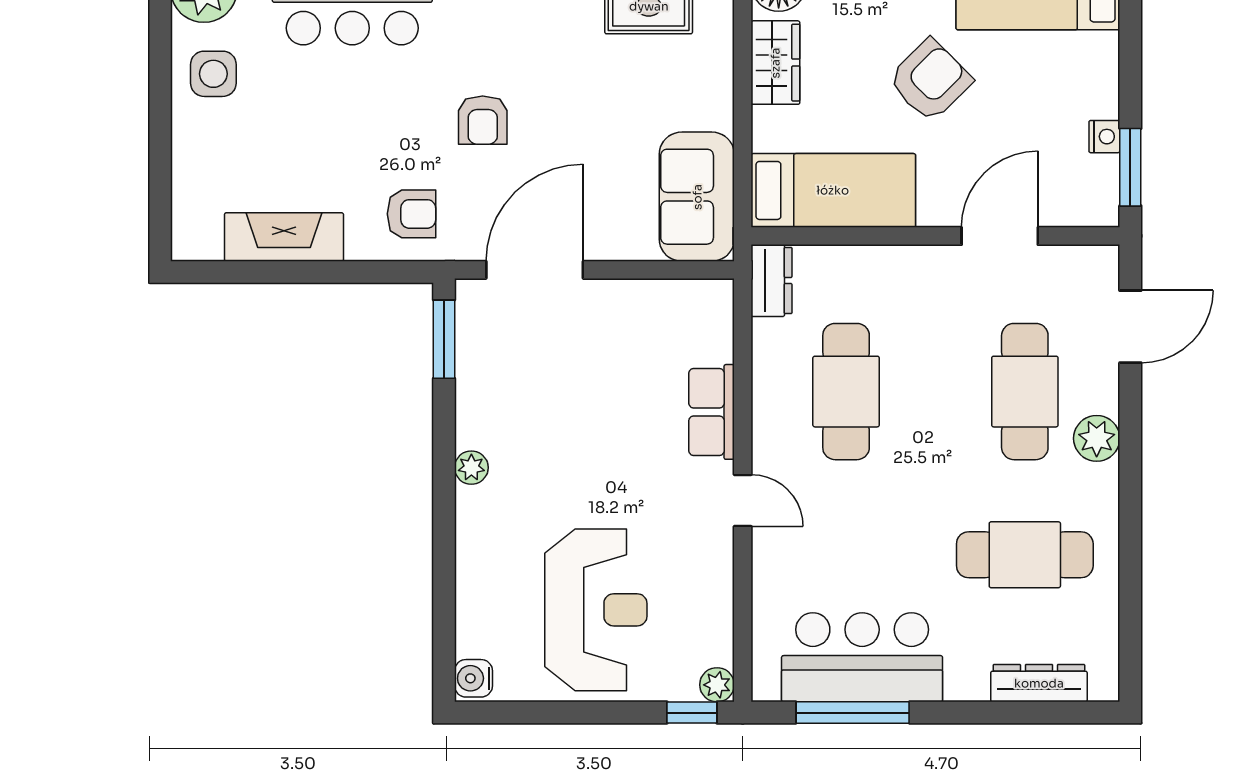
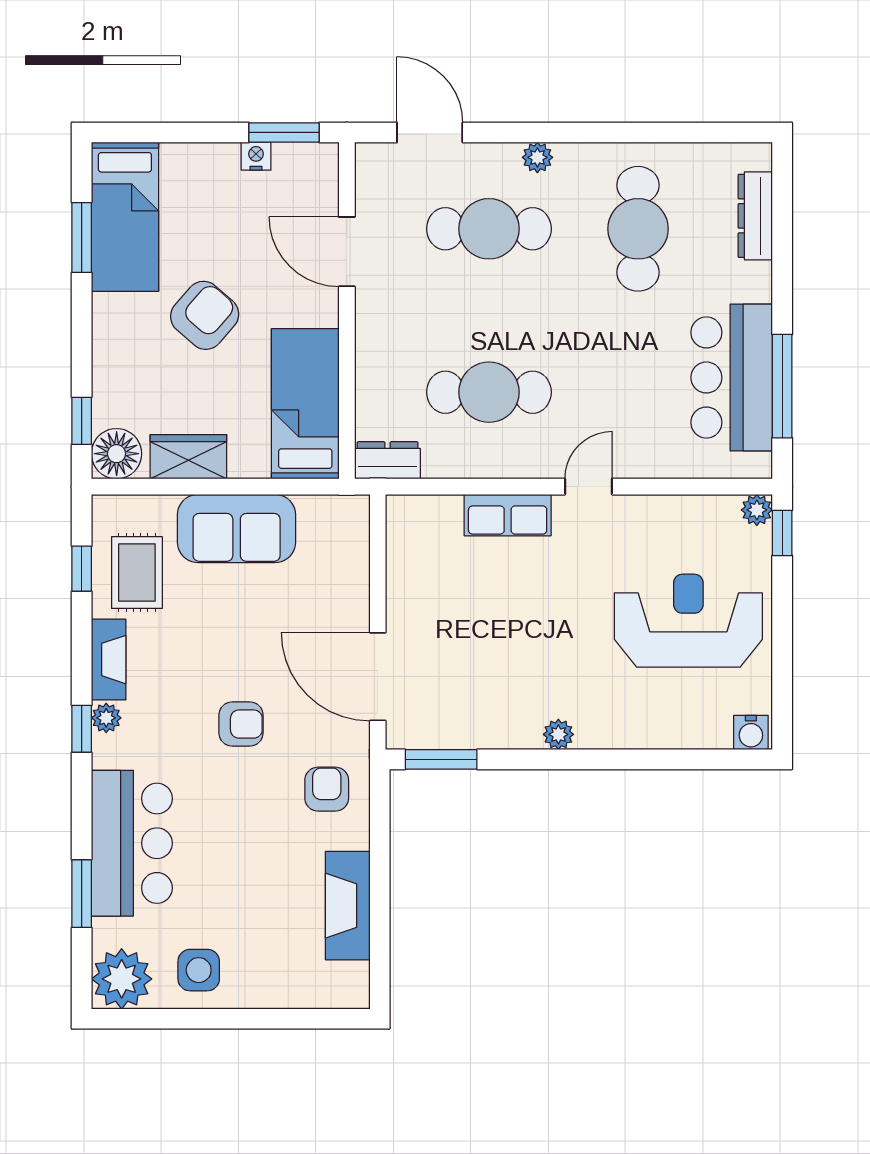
armchair: (930, 80) -> (205, 315), turned 86
sofa: (697, 197) -> (237, 528), moved
plant: (1097, 438) -> (537, 157), width x0.73, depth x0.73

